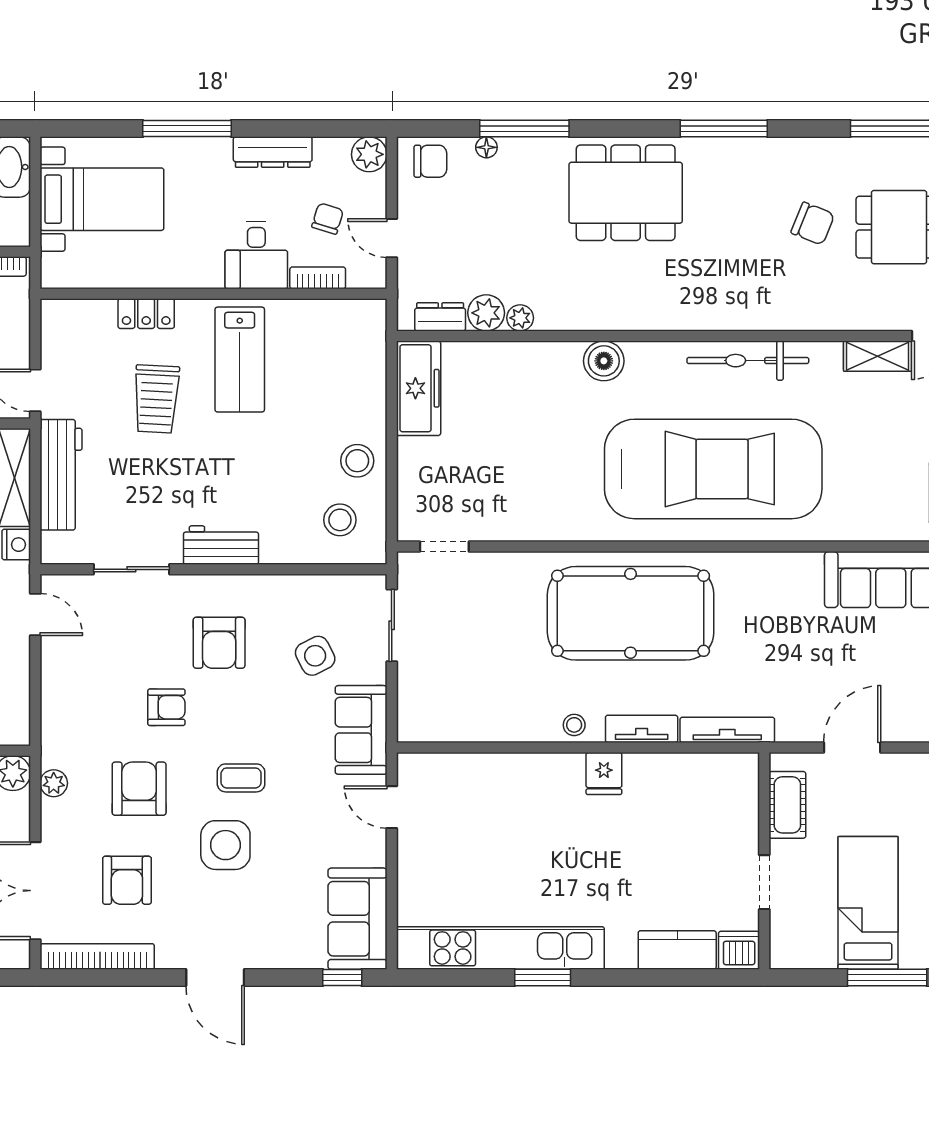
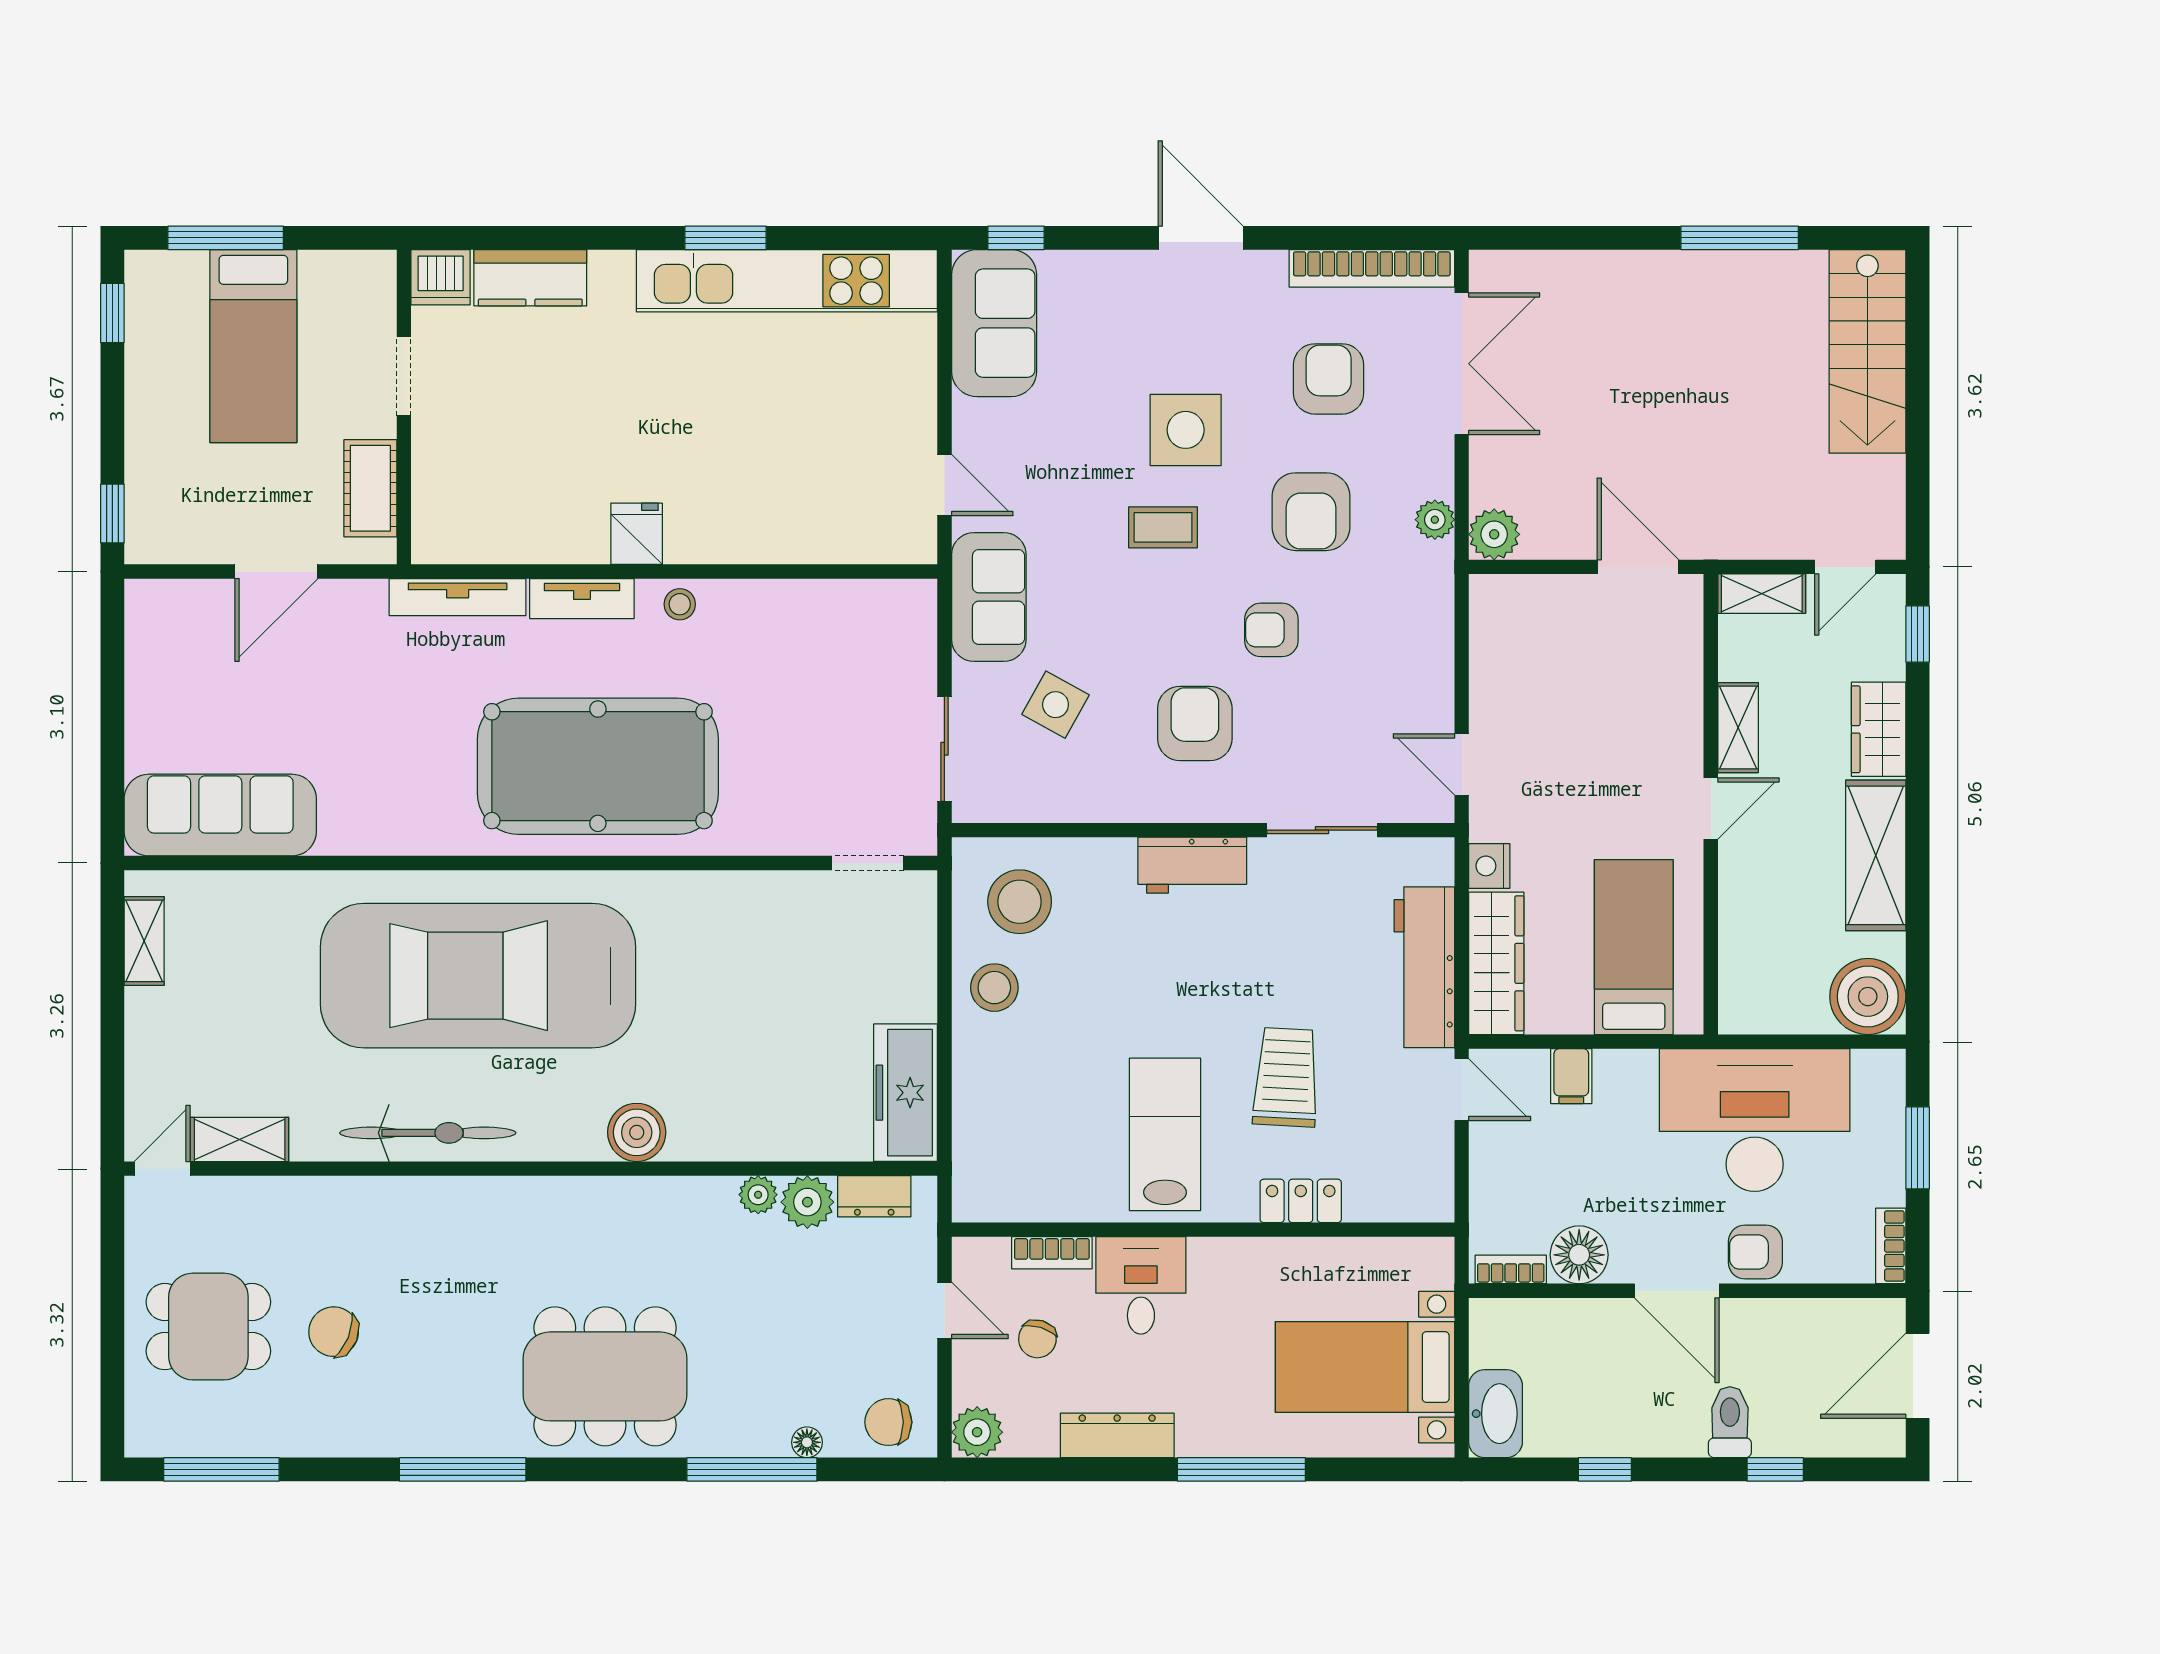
stool: (340, 520) -> (1020, 902), width x1.38, depth x1.38
side table: (315, 656) -> (1056, 705), turned -34

